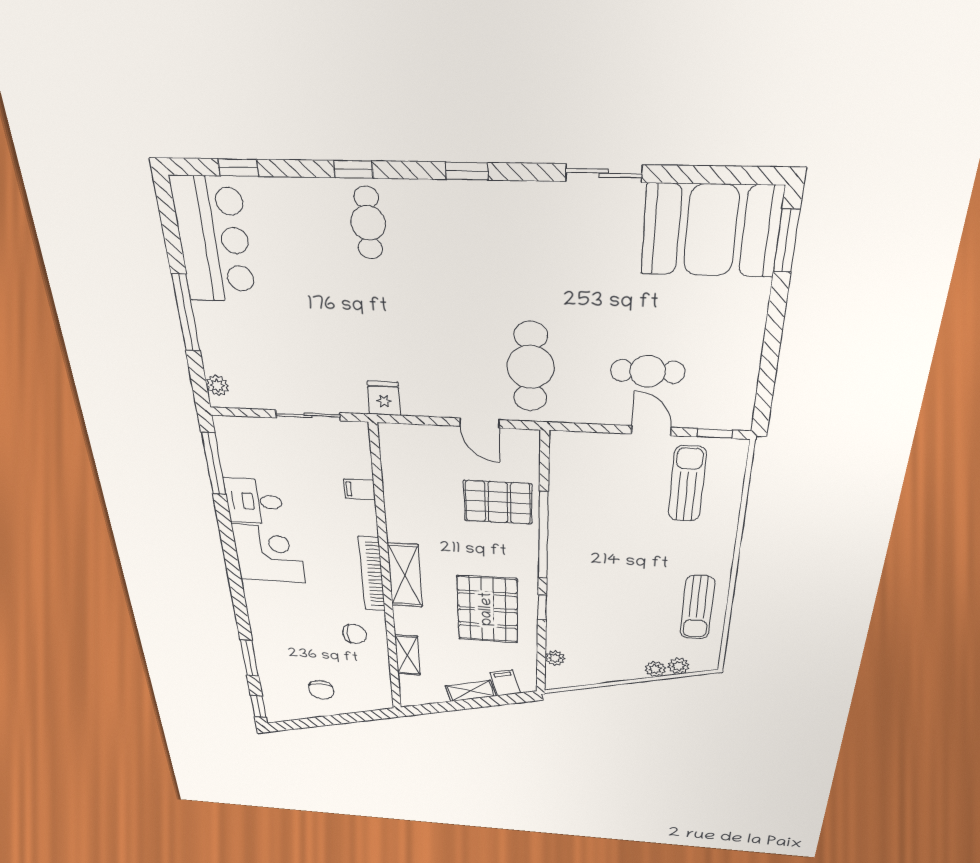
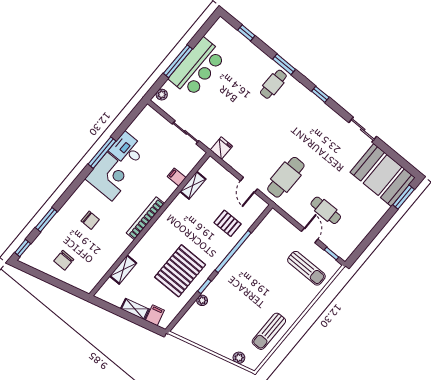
window: (353, 169) -> (284, 64), width x1.50
bar counter: (214, 240) -> (197, 67), moved
window: (214, 464) -> (102, 153), moved
sun lounger: (687, 484) -> (306, 268), turned 90
pallet: (498, 502) -> (228, 223), width x0.67, depth x0.71
shelving: (405, 575) -> (193, 185), moved, width x0.67, depth x0.75
chair: (355, 634) -> (90, 220), moved
plant: (555, 658) -> (202, 300), moved
plant: (655, 669) -> (228, 353), removed

